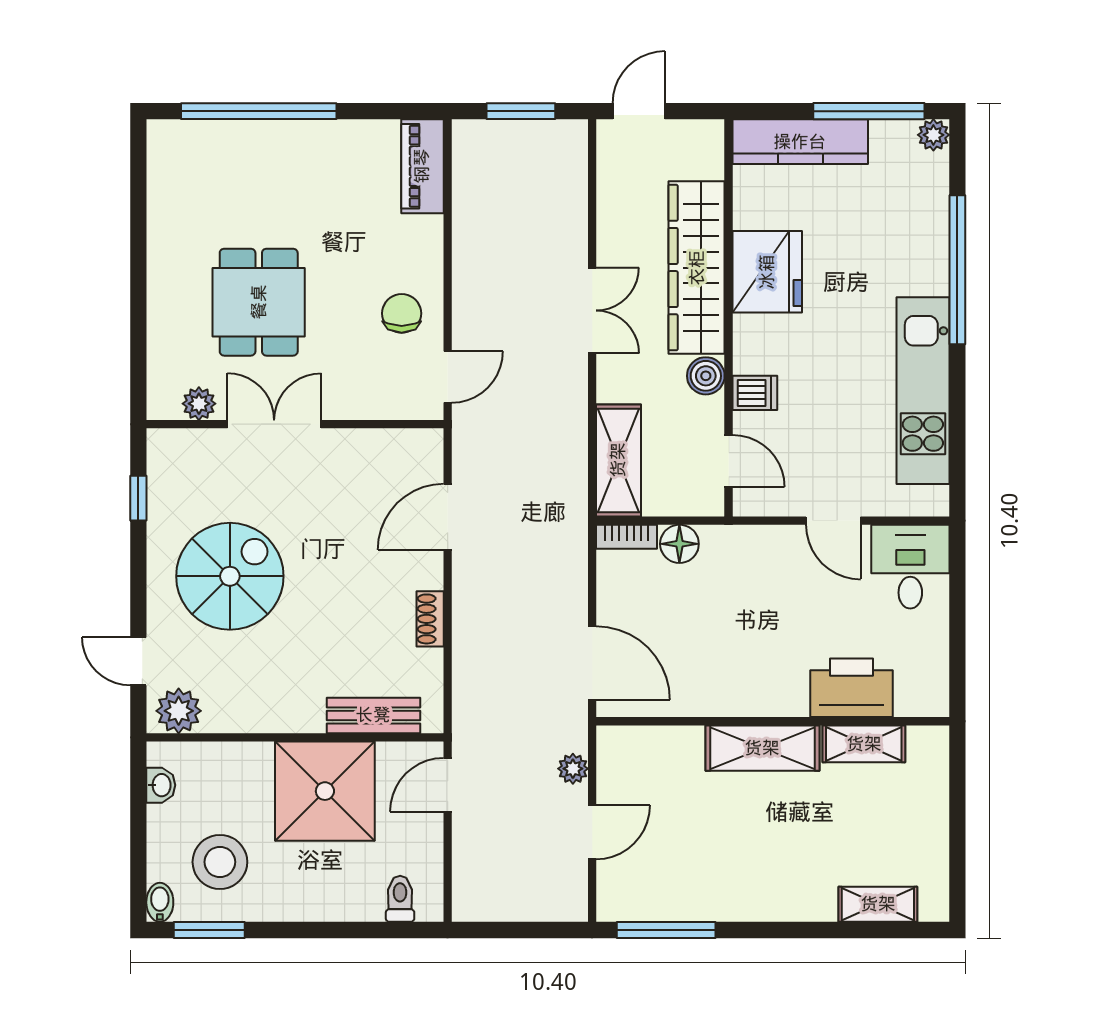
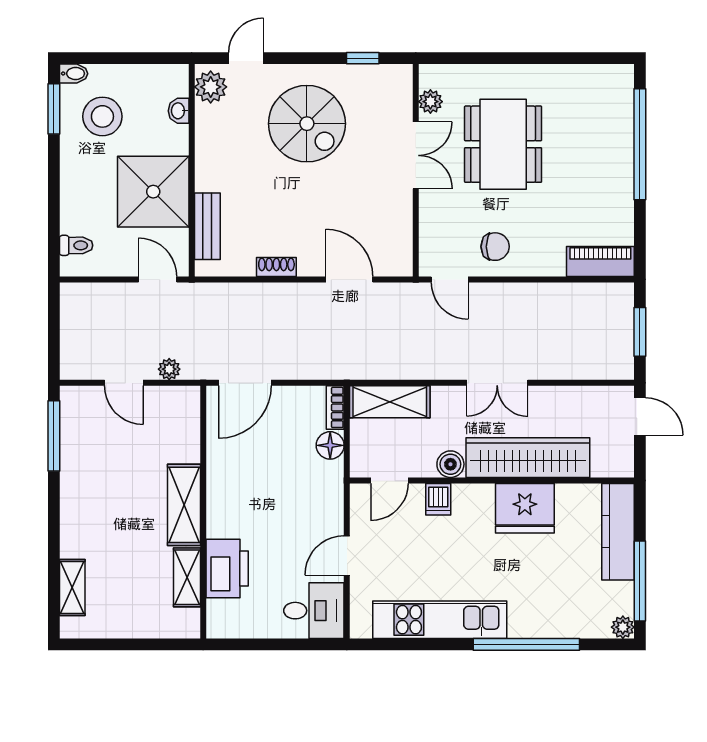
dining table: (259, 302) -> (503, 144), width x1.38
washbasin: (161, 785) -> (179, 111), moved, turned 90

